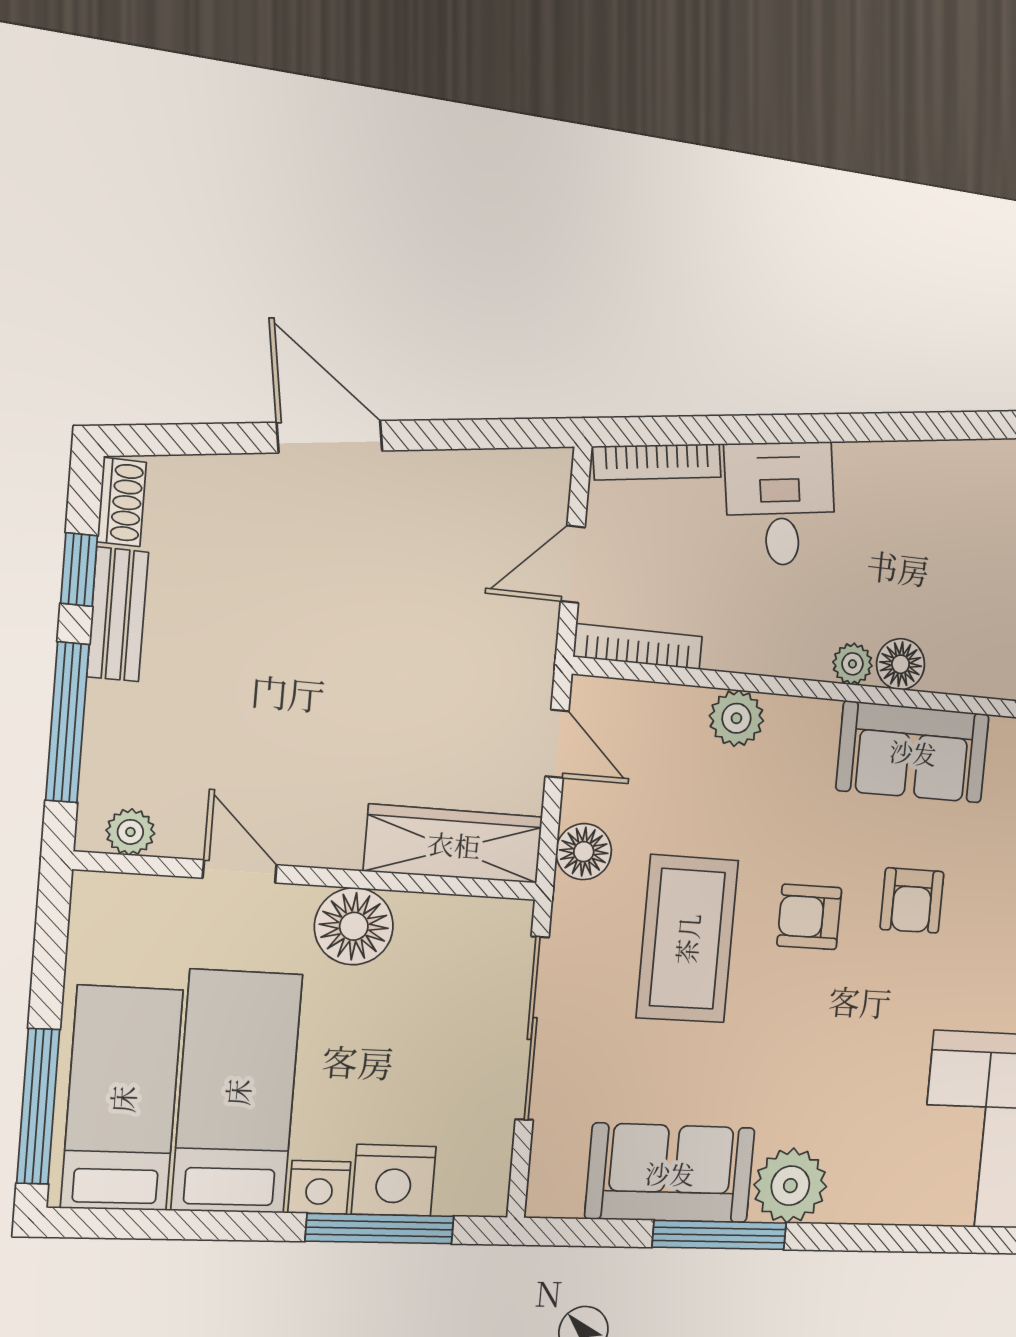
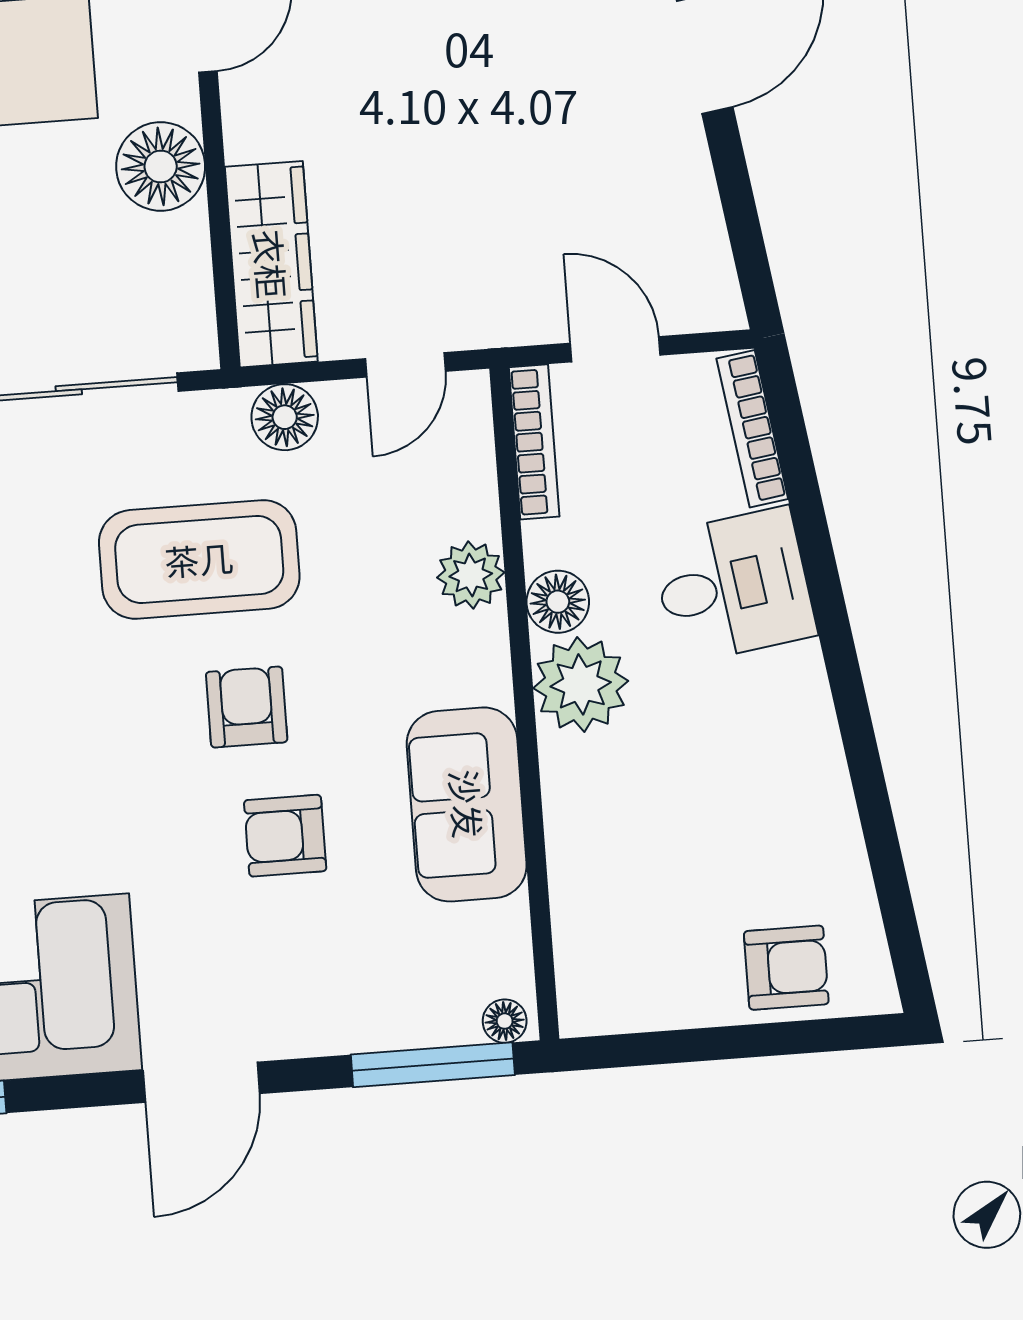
plant: (852, 664) -> (581, 684), width x1.88, depth x1.88
floor lamp: (901, 664) -> (558, 602), moved

